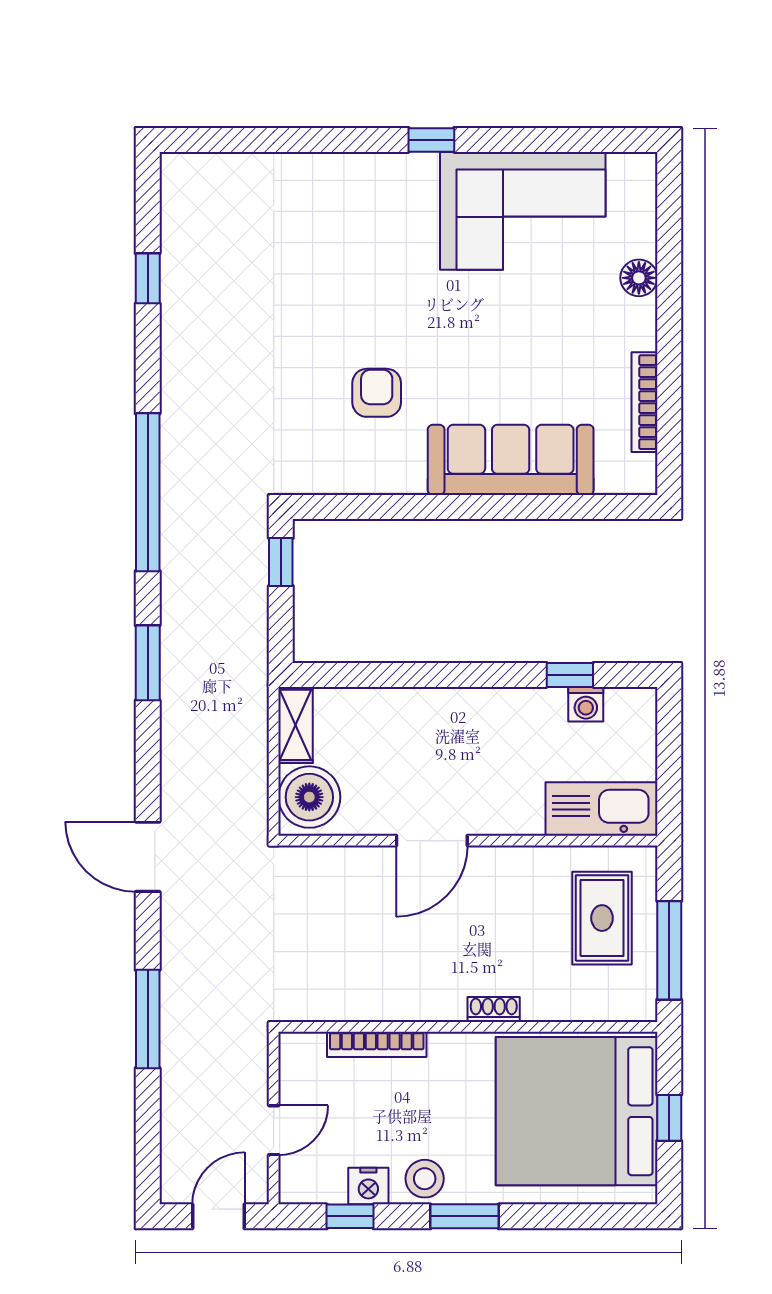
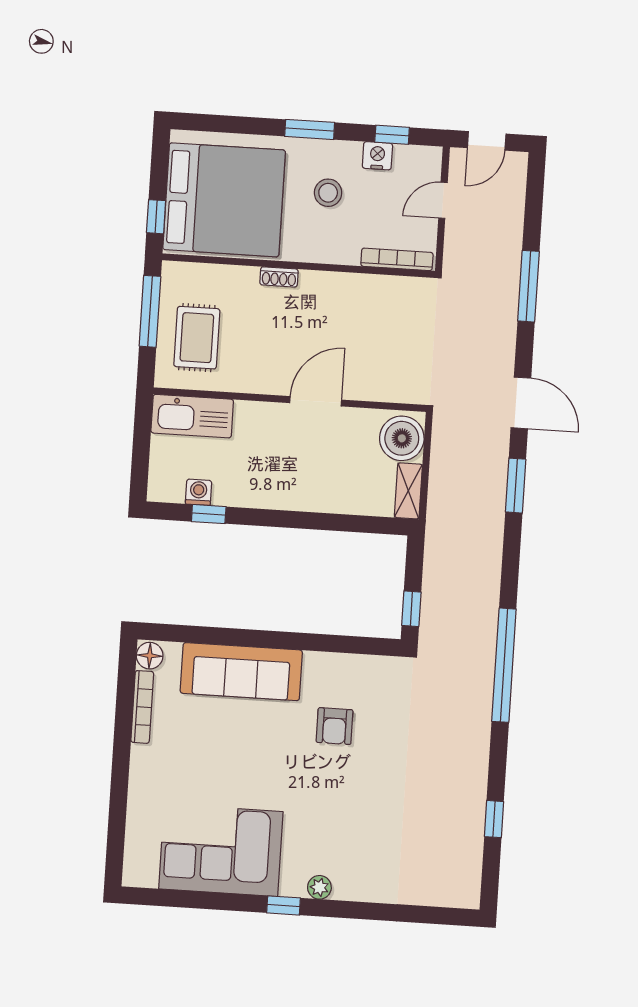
plant: (383, 168) -> (319, 887), added
floor lamp: (639, 278) -> (150, 656), moved
window: (148, 663) -> (516, 486), moved
bookcase: (377, 1044) -> (397, 259), moved
window: (669, 1118) -> (156, 217), moved
stool: (425, 1179) -> (328, 193), moved

